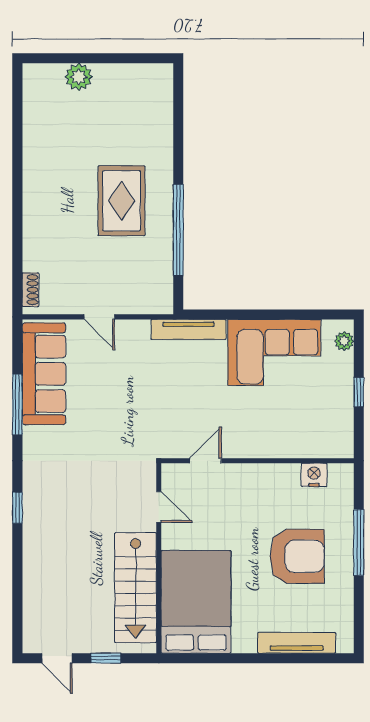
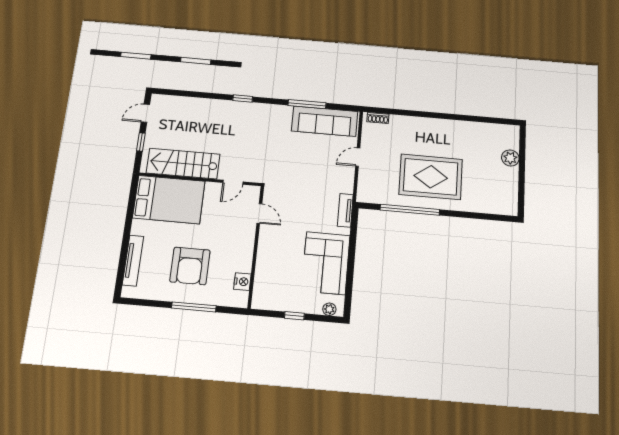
rug: (122, 201) -> (431, 177), width x1.37, depth x1.44
tv unit: (188, 329) -> (345, 210), width x0.71

